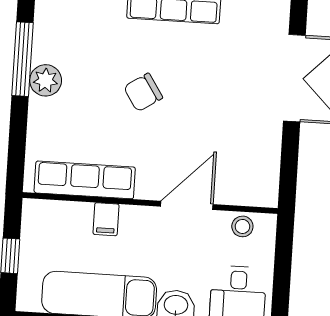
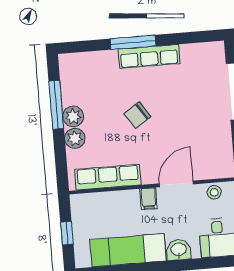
plant: (43, 114) -> (75, 138), added
filing cabinet: (106, 219) -> (149, 199), moved

